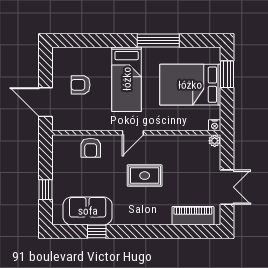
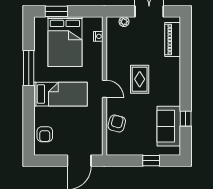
armchair: (81, 85) -> (45, 134), moved
nightstand: (215, 125) -> (98, 36), moved
plant: (215, 141) -> (124, 22), moved
armchair: (91, 148) -> (117, 124), turned -75

